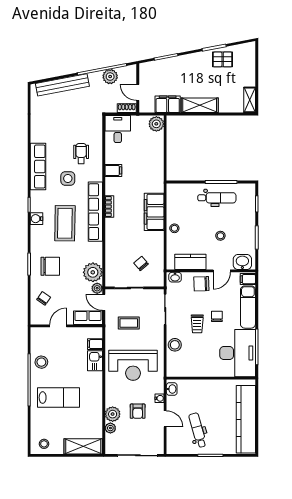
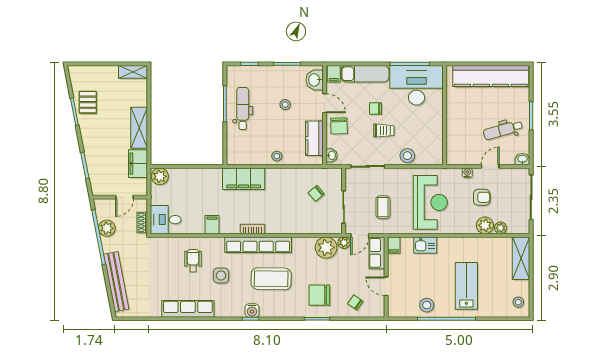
shoe rack: (127, 108) -> (142, 222), moved
wheelchair: (81, 153) -> (193, 261), turned 90
row of seats: (38, 167) -> (188, 309), moved
filing cabinet: (154, 212) -> (244, 179), moved
water cooler: (37, 219) -> (252, 310), moved
chair: (50, 266) -> (319, 295), turned -90
filing cabinet: (95, 344) -> (394, 245), moved
washbasin: (172, 389) -> (522, 159), moved

